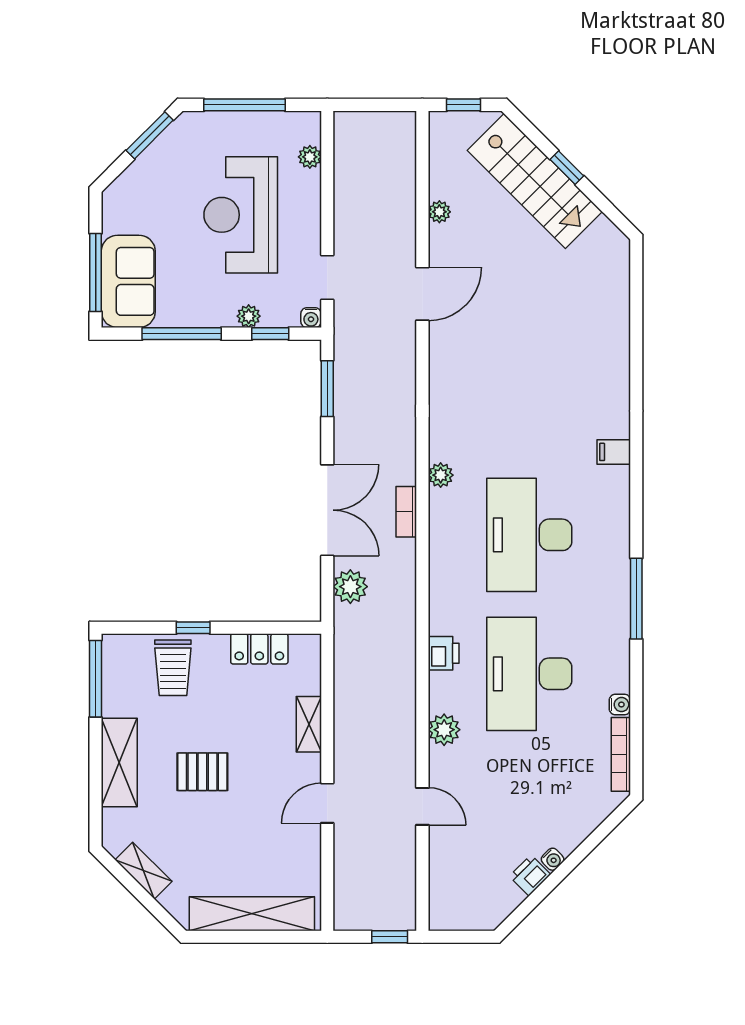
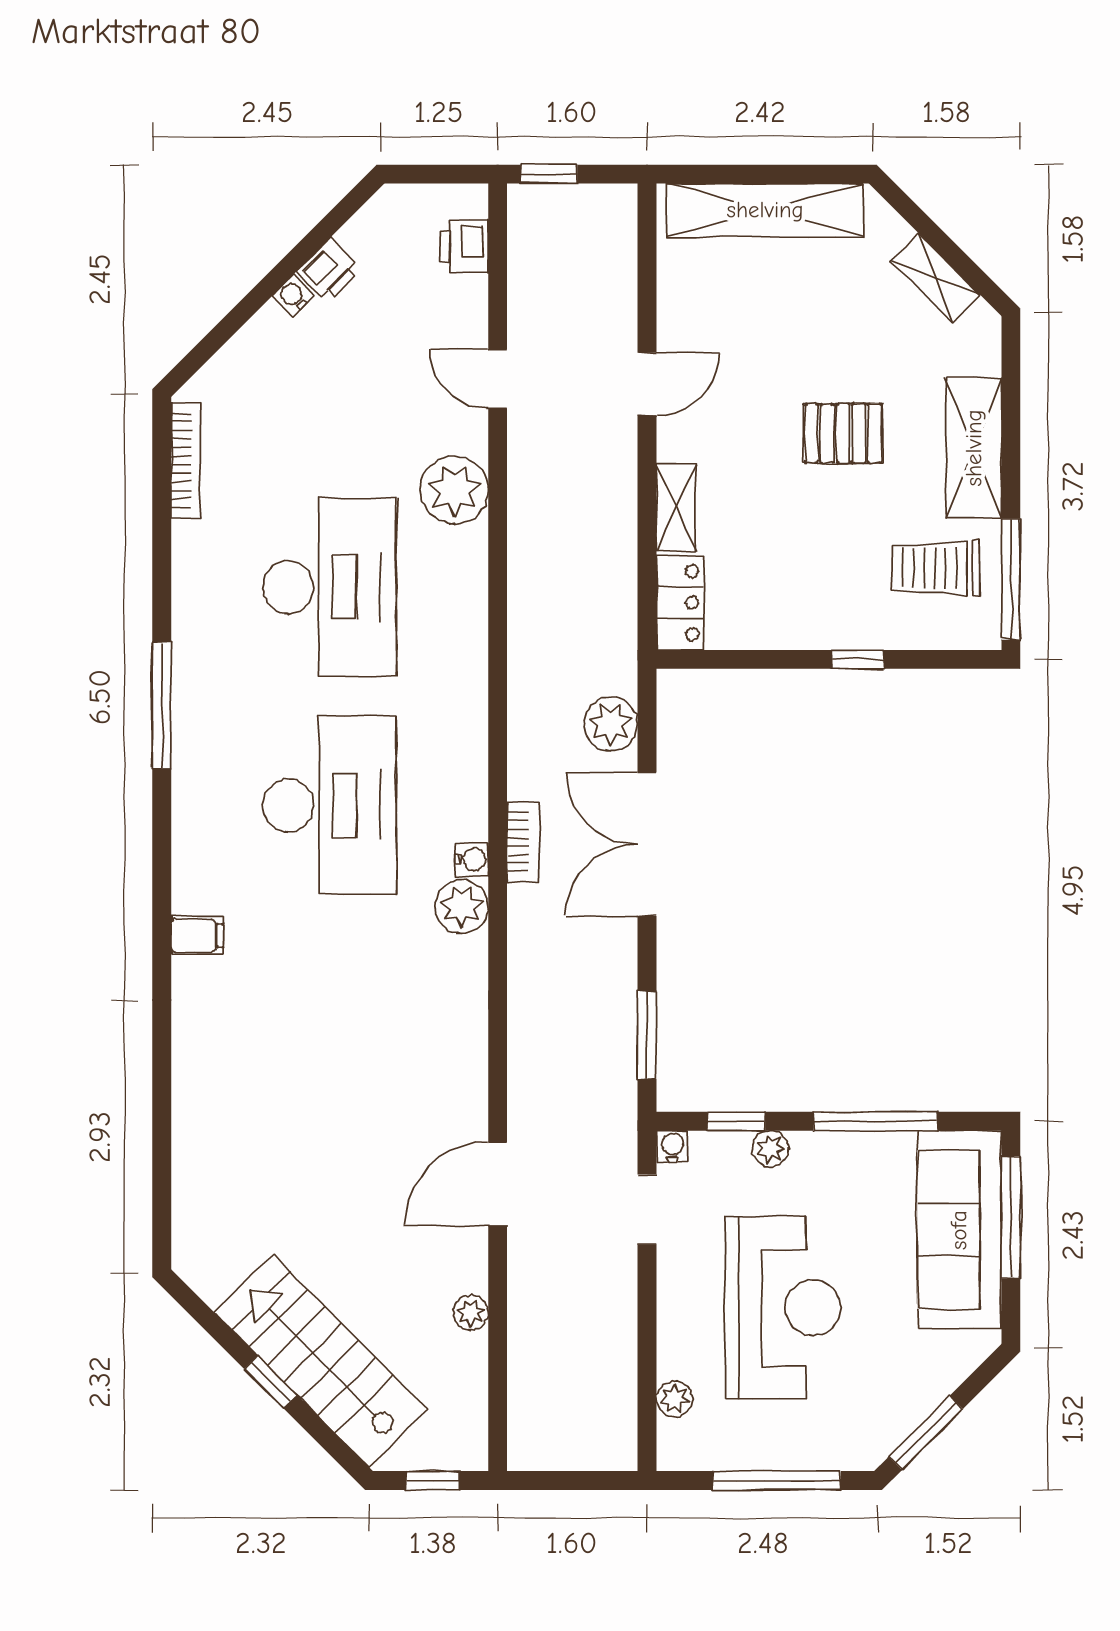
sofa: (128, 281) -> (959, 1230), width x1.36
plant: (441, 475) -> (462, 906), width x1.38, depth x1.38
locker: (259, 649) -> (680, 603), moved, turned 90
printer: (444, 653) -> (464, 247), moved
trolley: (173, 668) -> (936, 568), moved, turned -90
water cooler: (620, 705) -> (472, 860), moved, turned 180
plant: (444, 730) -> (454, 490), width x1.36, depth x1.36

